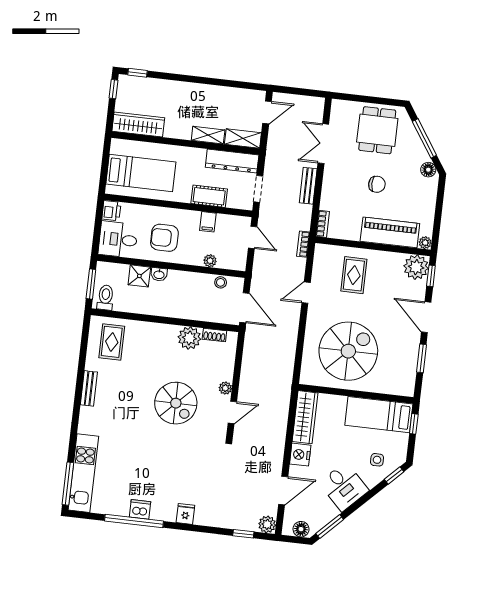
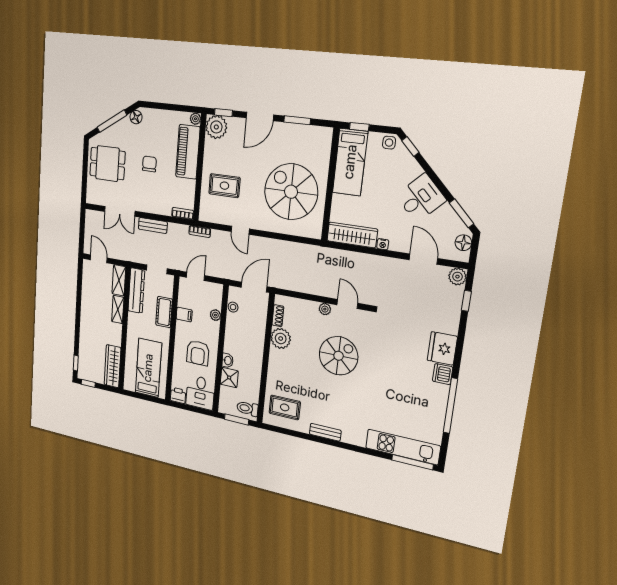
nightstand: (300, 455) -> (383, 244), width x0.53, depth x0.56
side table: (377, 460) -> (389, 143), moved
dishwasher: (140, 509) -> (443, 374), moved
fridge: (185, 514) -> (442, 348), width x1.88, depth x1.34

